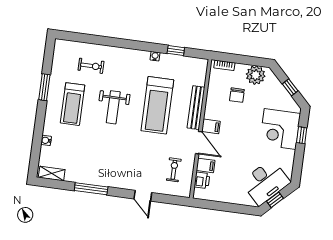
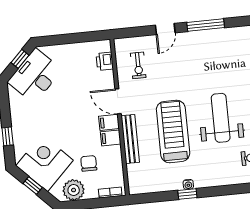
window: (176, 51) -> (187, 194), moved
weight bench: (113, 107) -> (221, 118), width x1.36, depth x1.33
corner desk: (280, 129) -> (45, 163), moved, turned -45
filing cabinet: (206, 165) -> (111, 138), moved
window: (91, 189) -> (206, 25), moved
door: (143, 196) -> (165, 29), swing flipped

